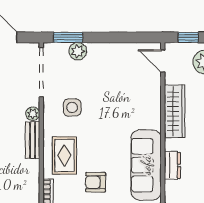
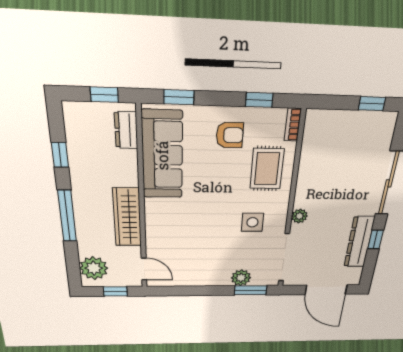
bench: (33, 140) -> (304, 187), removed
dresser: (172, 165) -> (126, 130), moved

